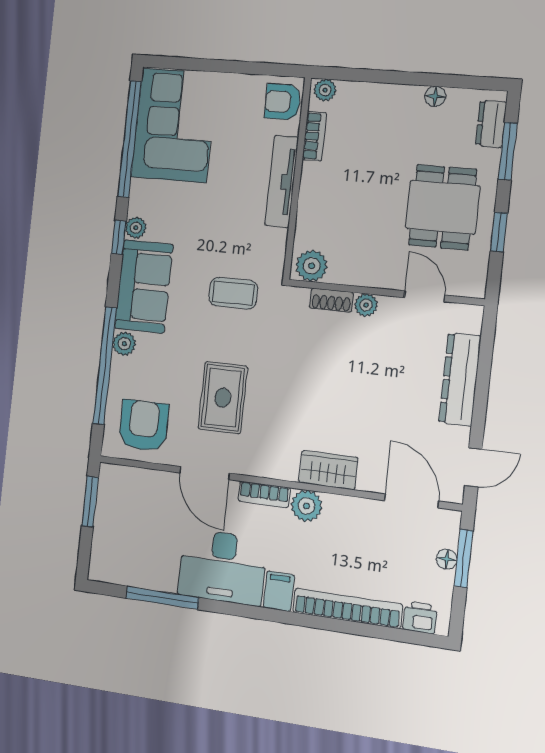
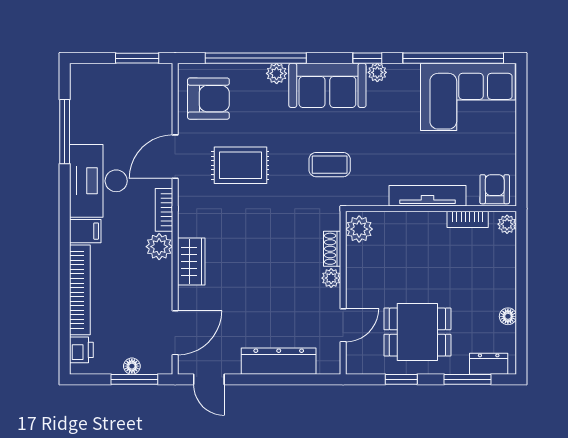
coffee table: (233, 293) -> (330, 165), turned 90

